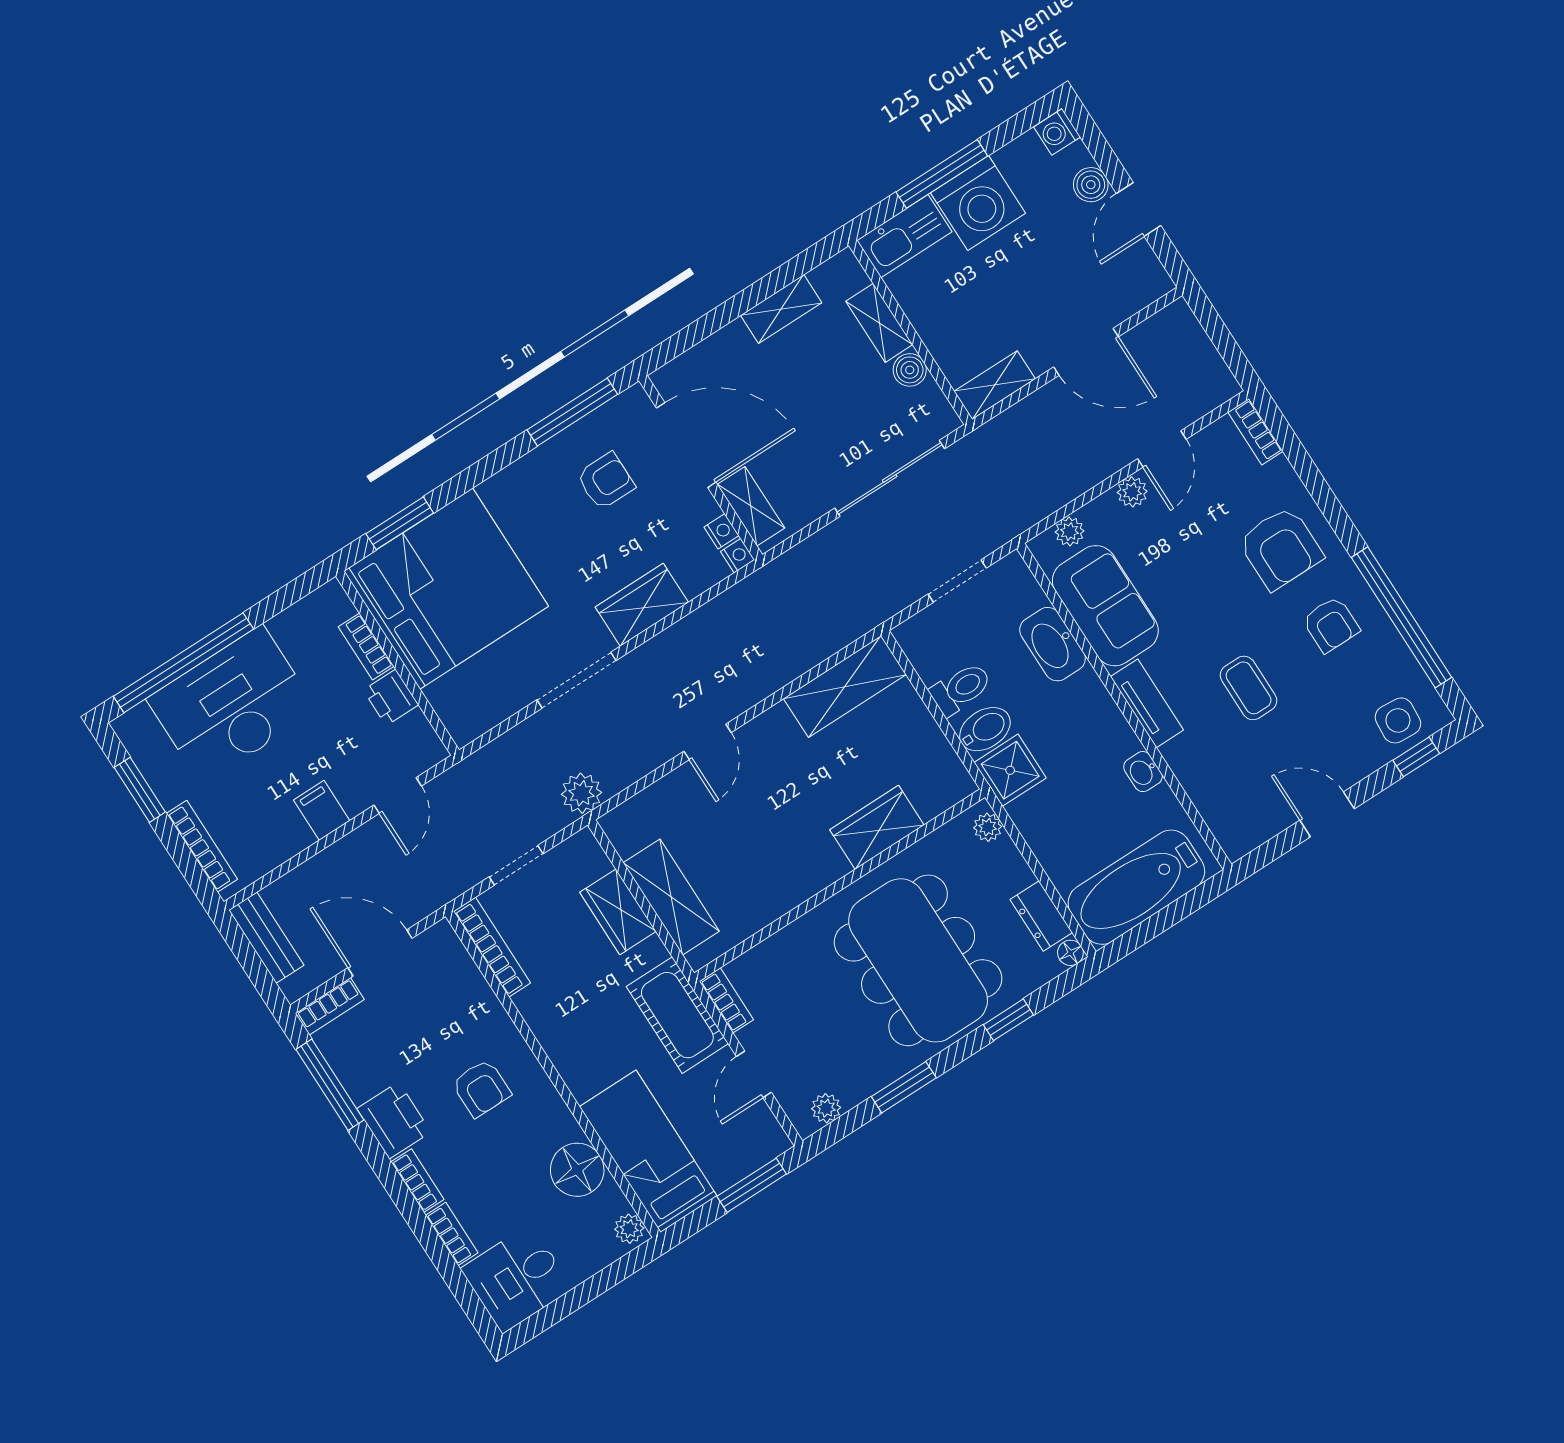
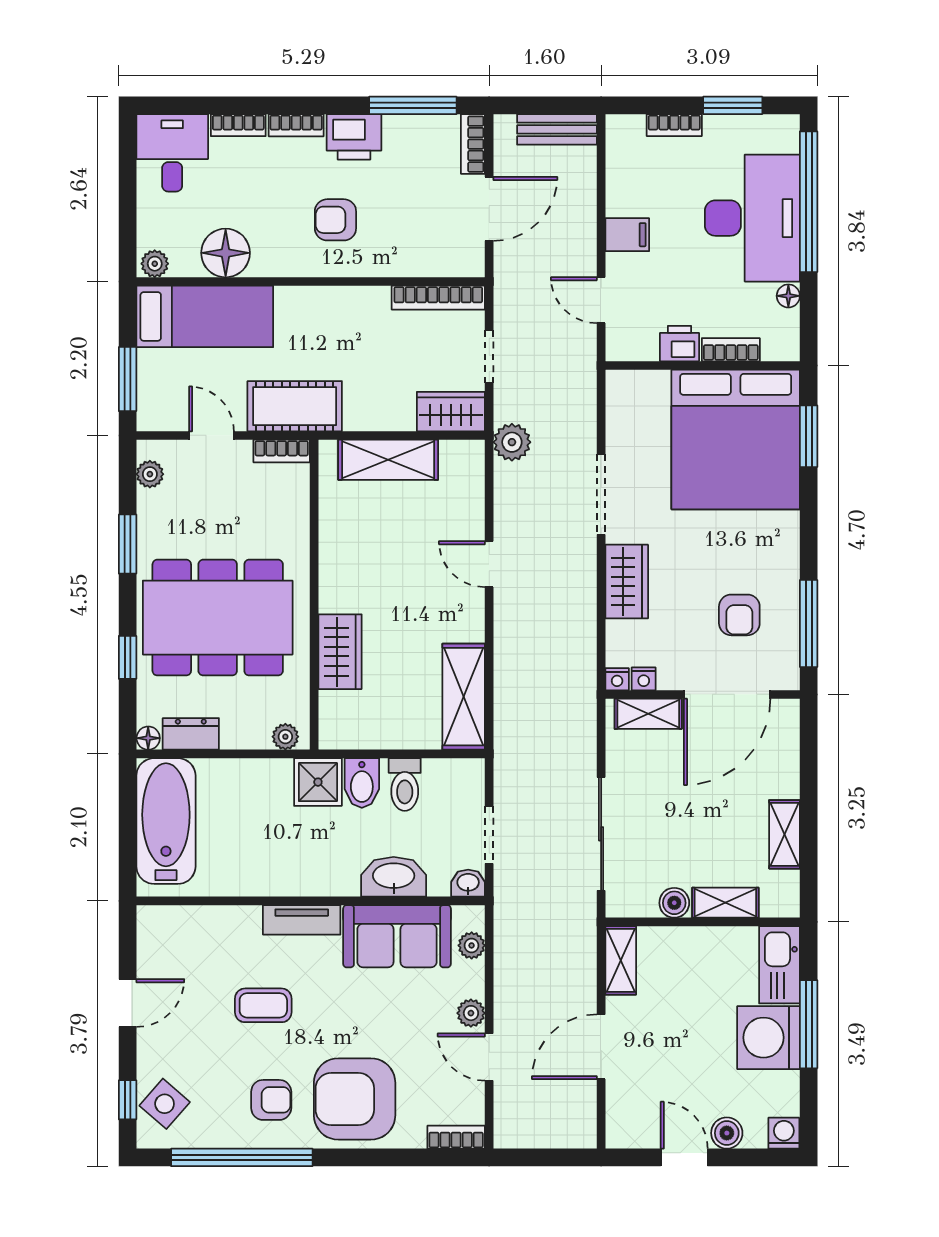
armchair: (1281, 548) -> (355, 1099), width x1.36, depth x1.36
armchair: (1331, 624) -> (271, 1100), turned 180
floor lamp: (282, 625) -> (788, 296), added
side table: (1398, 720) -> (165, 1104), turned 37
washbasin: (1143, 772) -> (468, 883), moved
bookcase: (202, 846) -> (674, 125), width x0.64
wardrobe: (618, 912) -> (451, 412), moved

